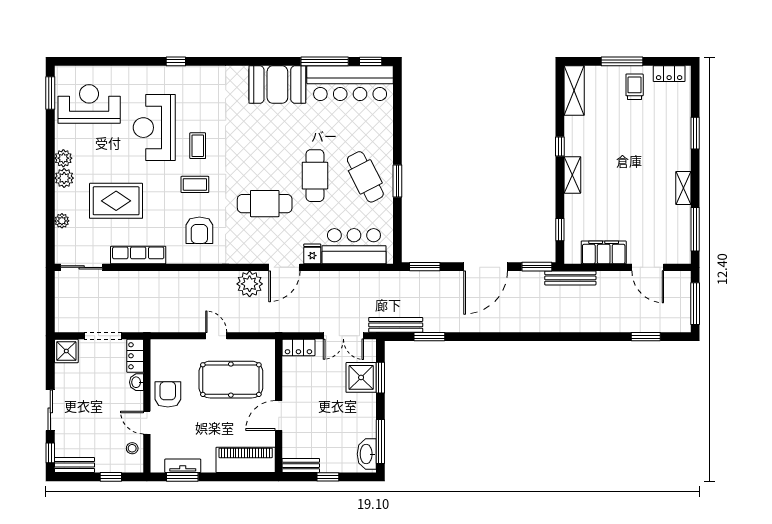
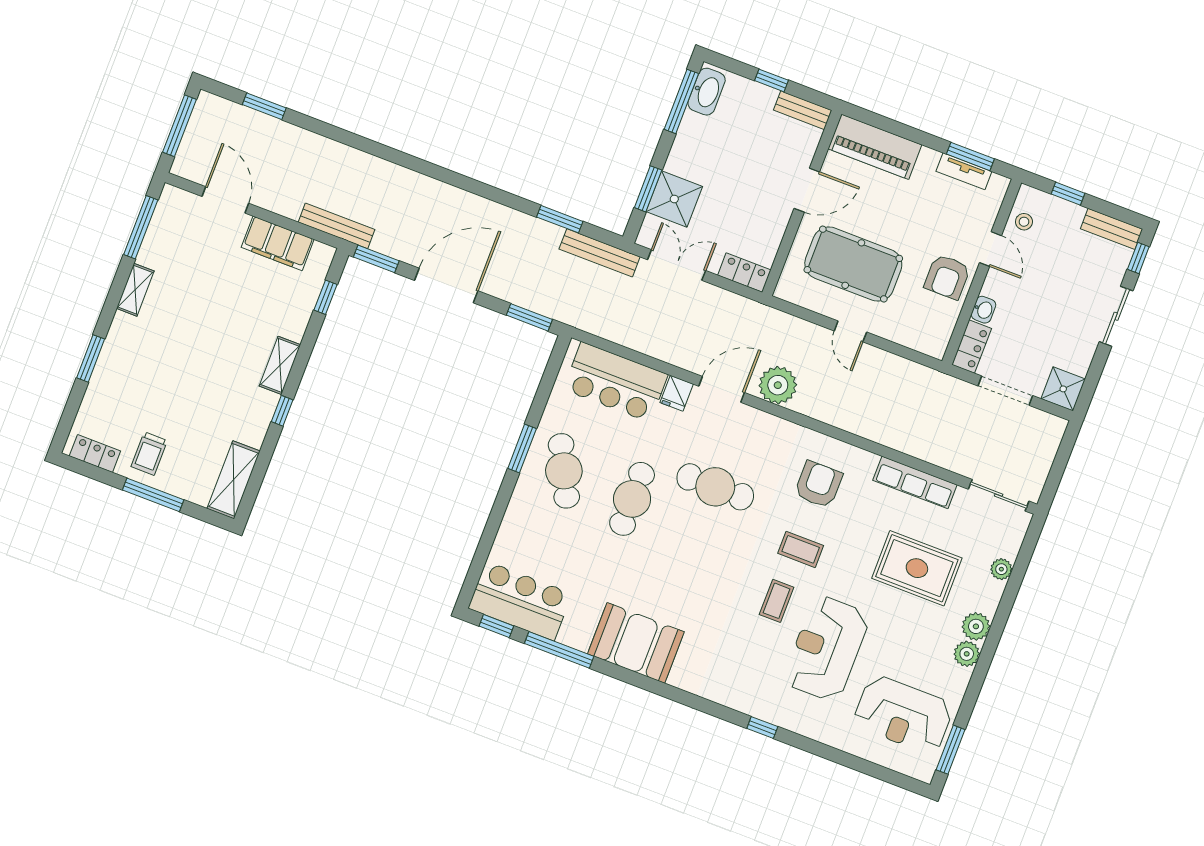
bar counter: (350, 83) -> (520, 601), width x0.73
reception desk: (154, 128) -> (827, 648), turned 180

